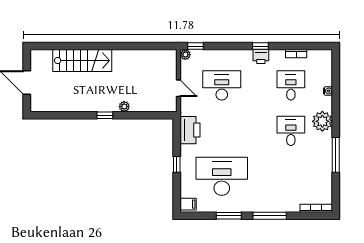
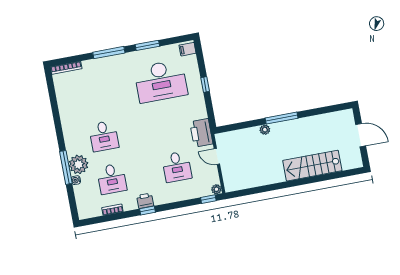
desk: (222, 85) -> (177, 167), width x0.73
window: (105, 115) -> (282, 118), width x2.17
plant: (322, 121) -> (78, 164), moved
printer: (190, 130) -> (201, 133), moved
window: (336, 155) -> (66, 167), moved

